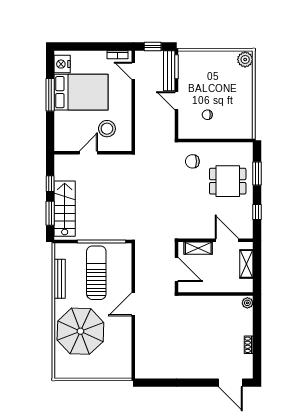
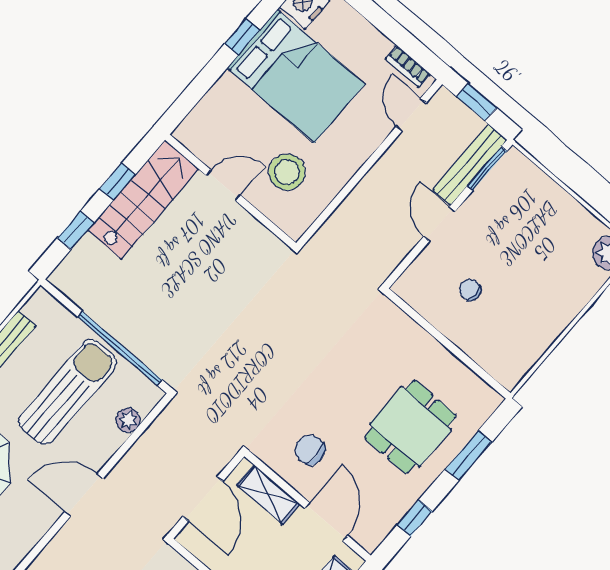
window: (50, 95) -> (242, 37), width x0.46
chair: (192, 161) -> (310, 450), moved
dining table: (228, 181) -> (410, 427), turned 90
stairs: (65, 209) -> (143, 200), moved
window: (50, 213) -> (76, 230), width x0.67
plant: (126, 264) -> (128, 420), added

